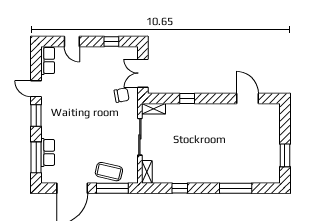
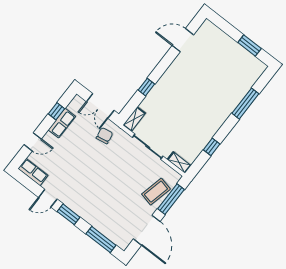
row of seats: (48, 152) -> (62, 123), moved, turned 90

